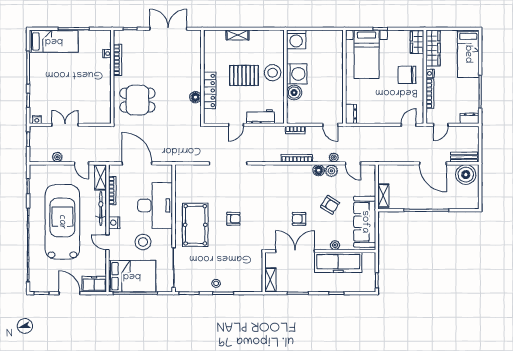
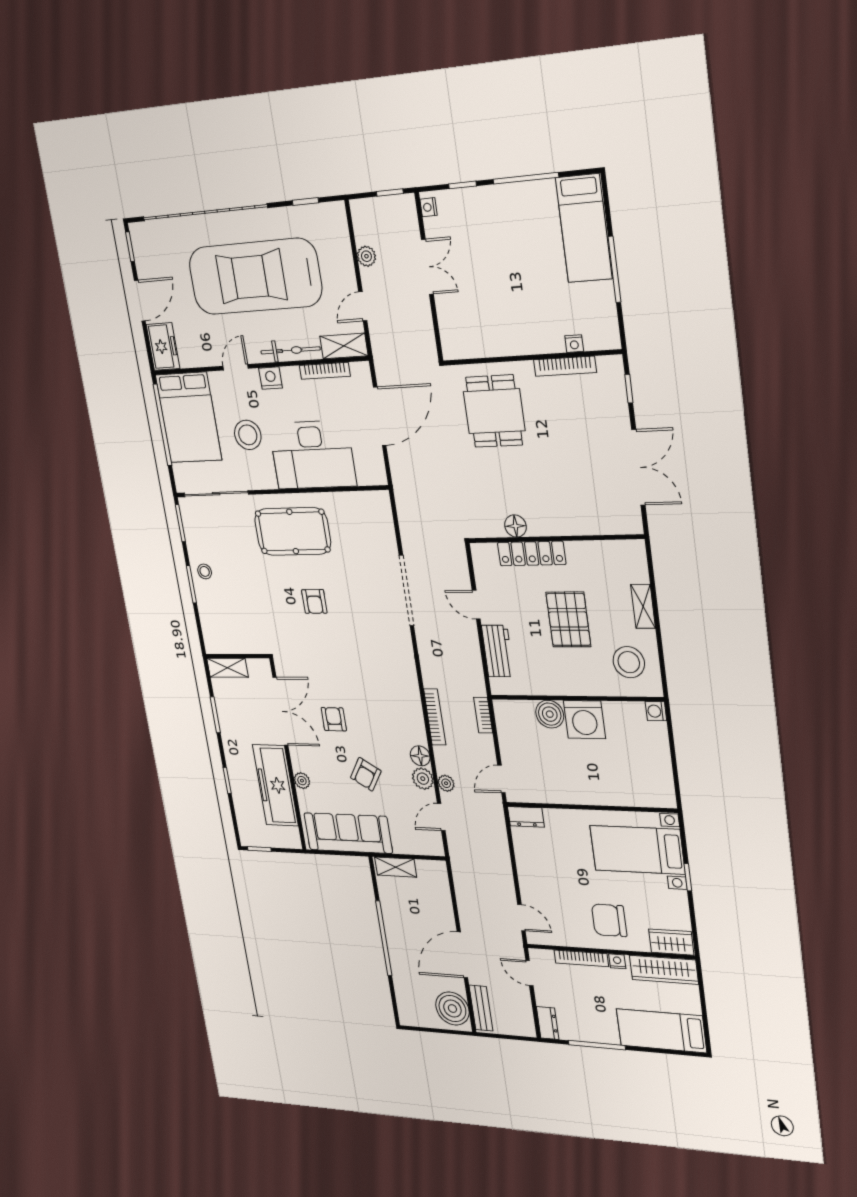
washing machine: (296, 39) -> (656, 711), width x0.53, depth x0.53
stool: (273, 73) -> (629, 662), moved
chair: (407, 75) -> (609, 920), turned -90
car: (62, 222) -> (255, 277), turned 180

